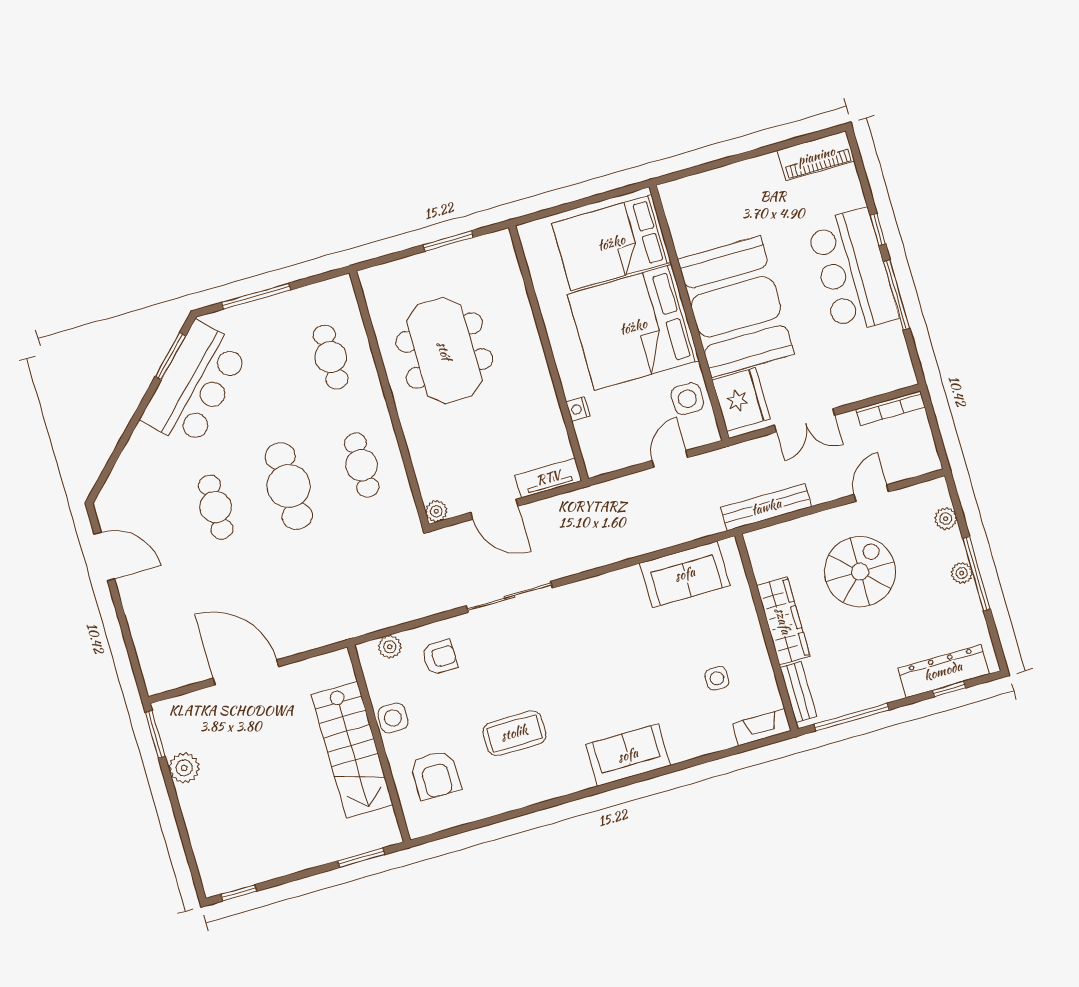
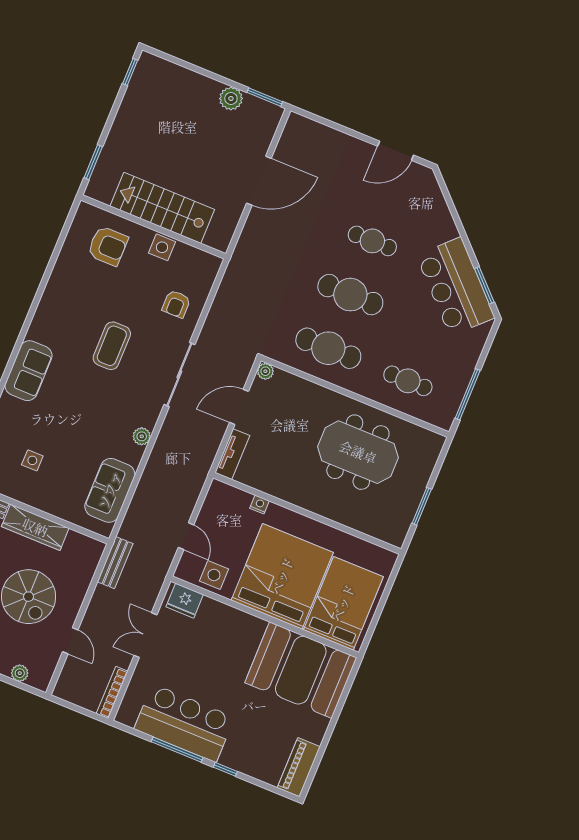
bar counter: (853, 271) -> (184, 723), moved
window: (256, 296) -> (468, 394), moved
booth: (736, 307) -> (301, 670), moved
fridge: (741, 400) -> (185, 601), width x0.73, depth x0.75
cafe table: (362, 465) -> (328, 348), width x1.37, depth x1.35
bench: (766, 507) -> (115, 563), width x0.73
plant: (390, 647) -> (142, 436), moved
coffee table: (514, 733) -> (112, 346), moved
armchair: (435, 775) -> (108, 246), turned 180

